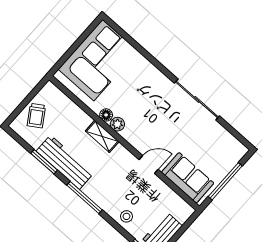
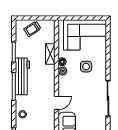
side table: (137, 92) -> (86, 67), added
shelving: (102, 136) -> (50, 54), moved
workbench: (65, 162) -> (22, 76), moved
door: (149, 164) -> (57, 103), hinge flipped

